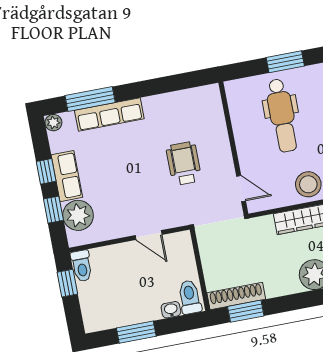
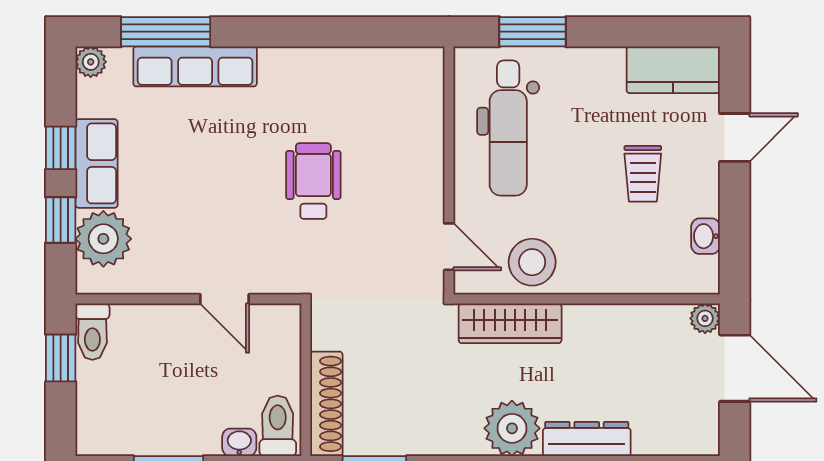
wall: (233, 148) -> (449, 171), moved
door: (241, 189) -> (449, 247), moved
shoe rack: (236, 296) -> (326, 404), moved, turned 90

